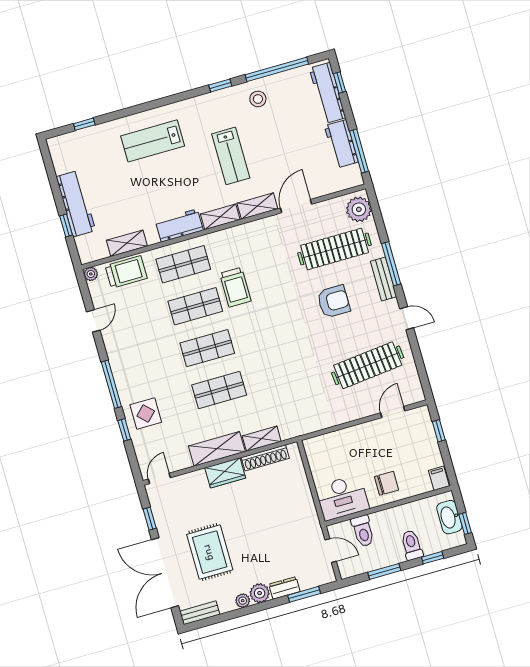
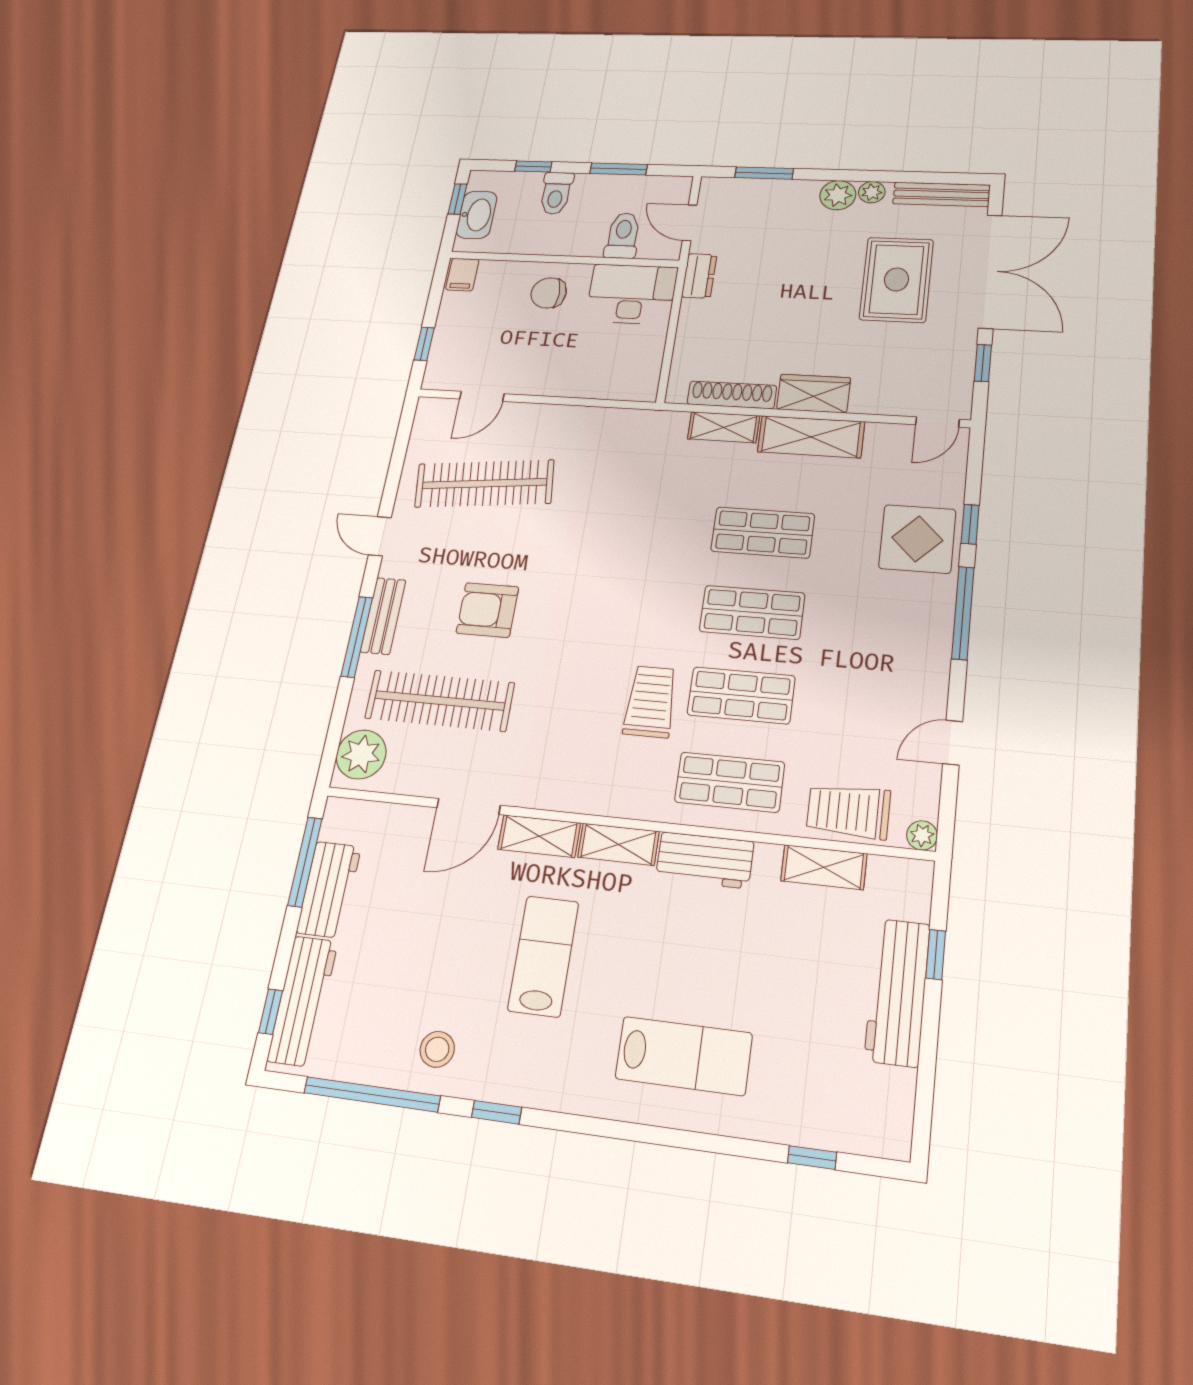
display table: (146, 414) -> (917, 539), width x1.36, depth x1.36
dresser: (284, 588) -> (699, 276), moved, turned -90
bench: (200, 613) -> (941, 194), width x1.36

